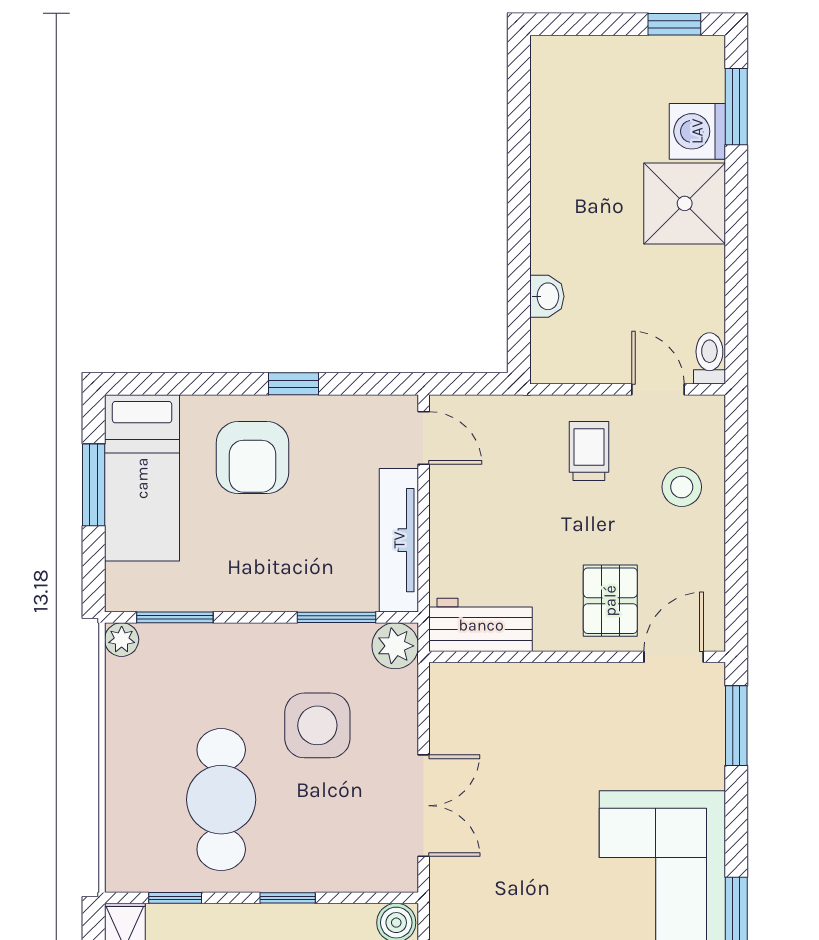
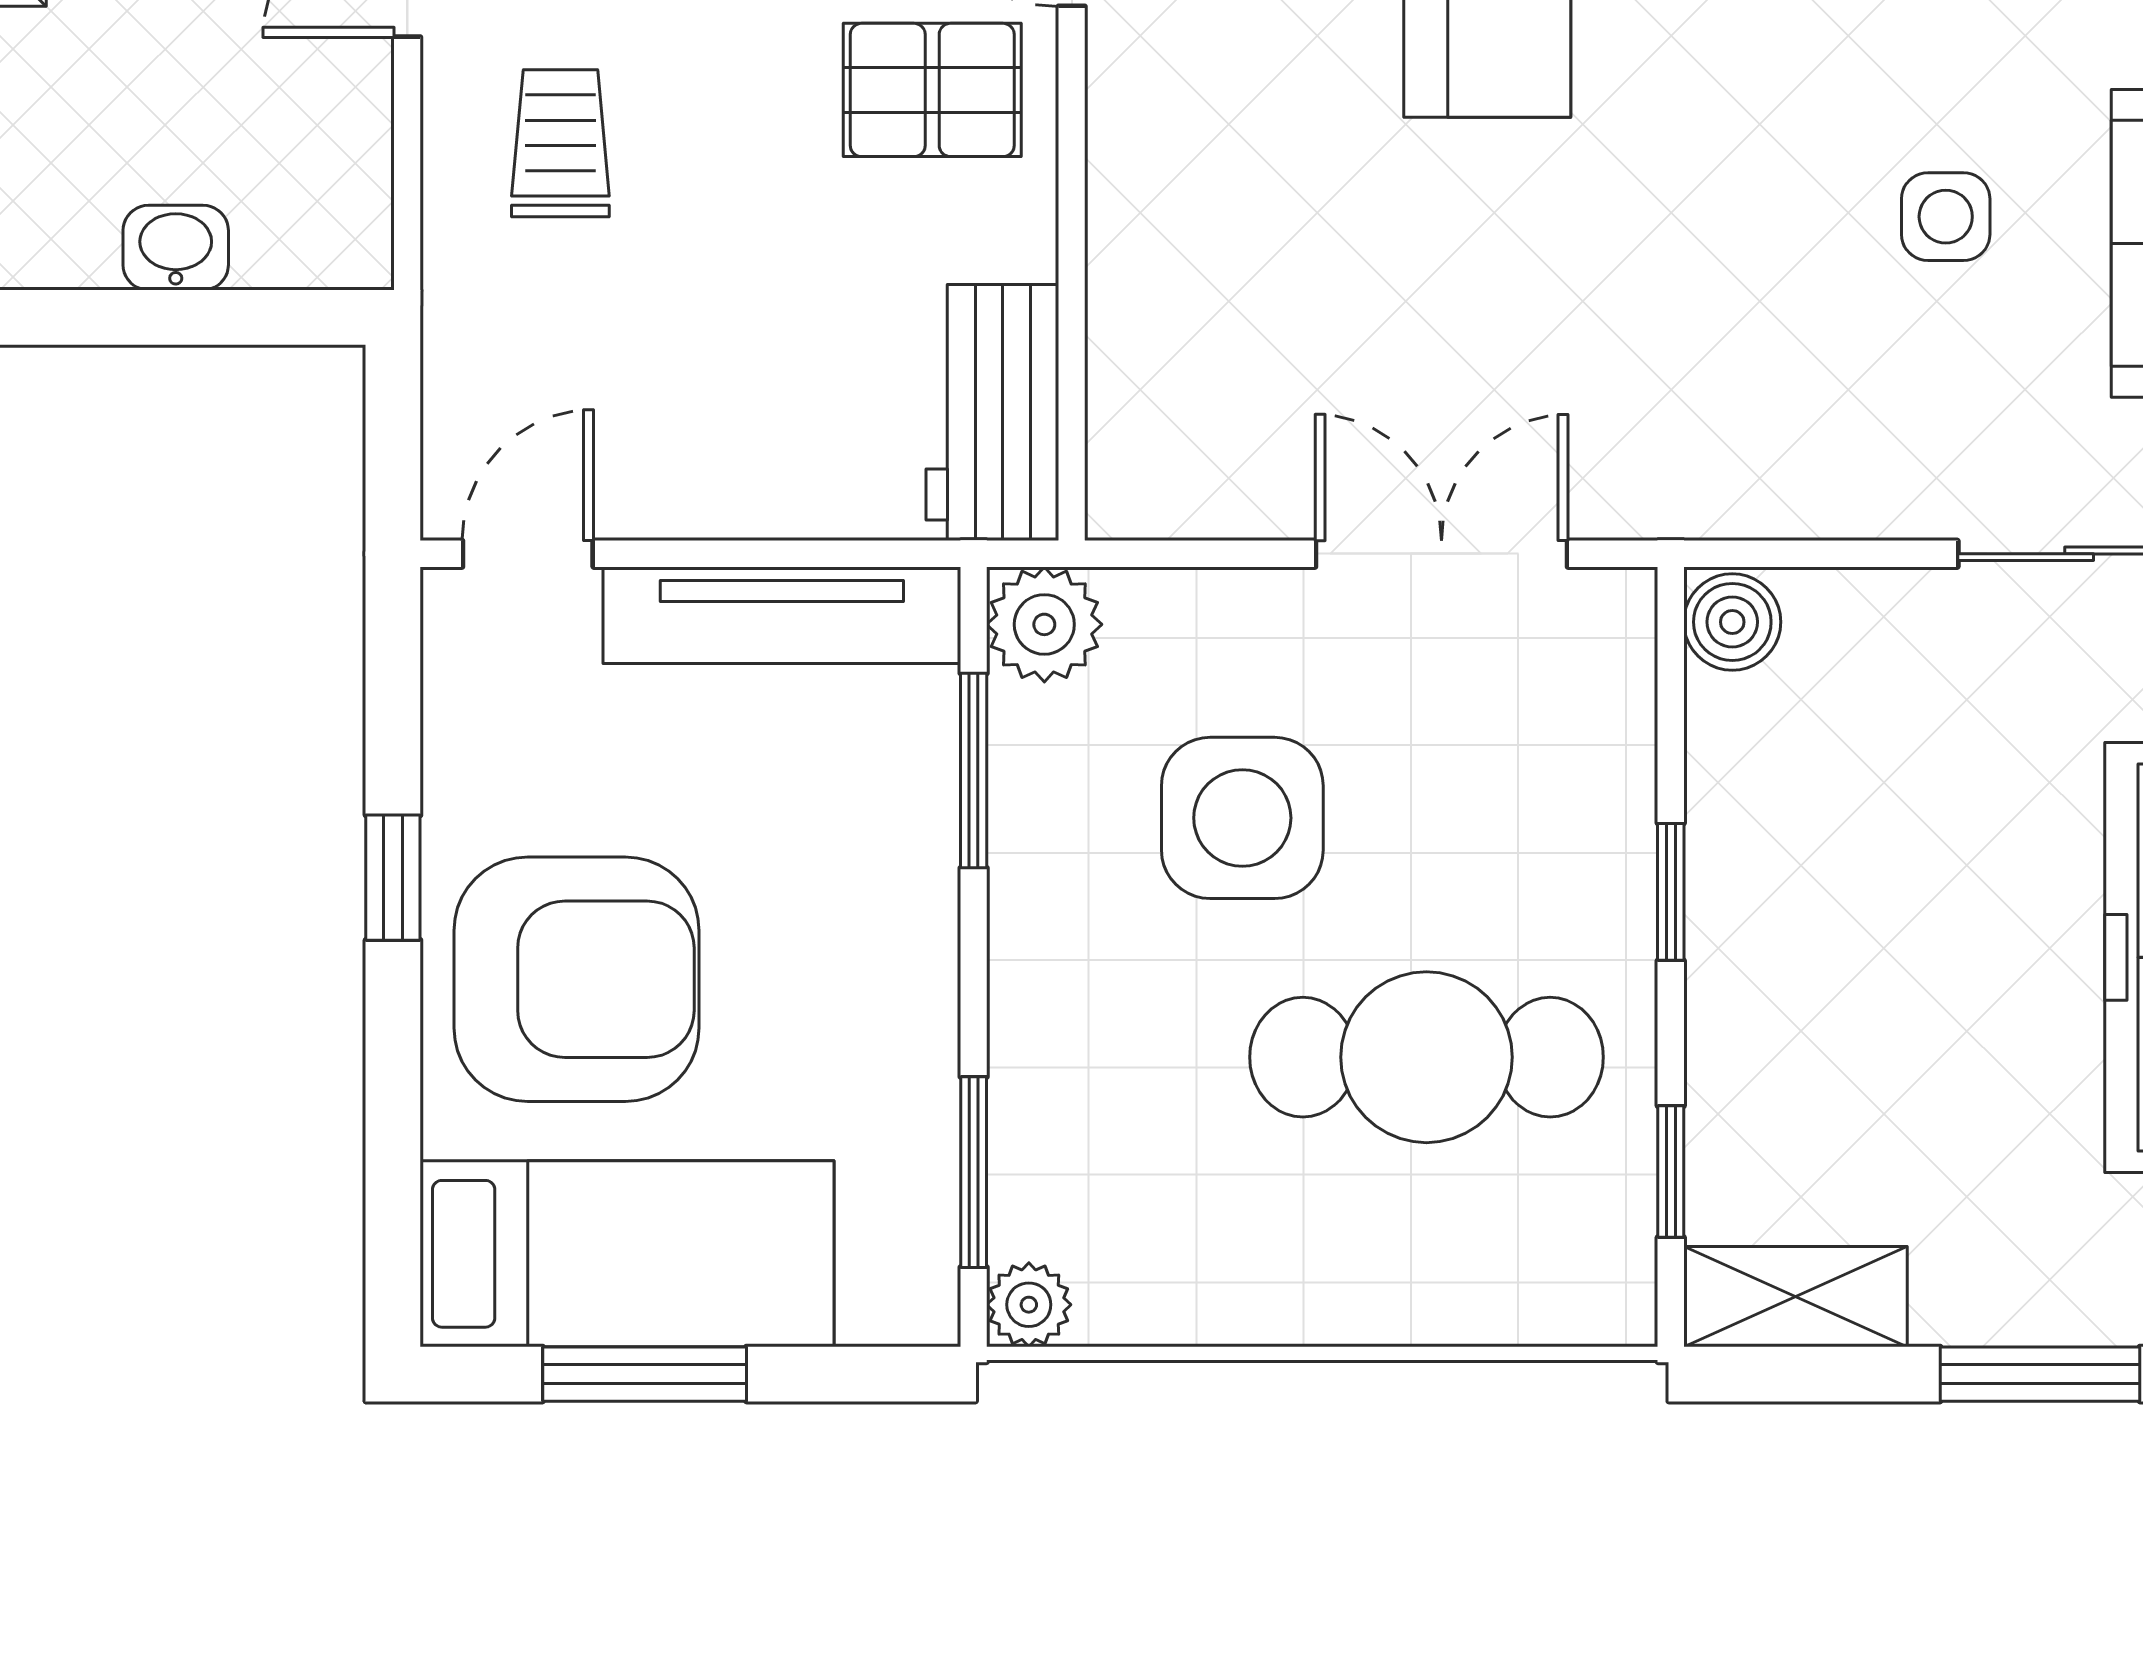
trolley: (589, 451) -> (560, 143), turned 90
armchair: (252, 458) -> (577, 979), width x1.36, depth x1.36

